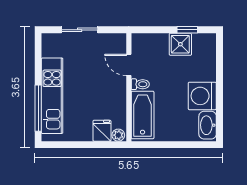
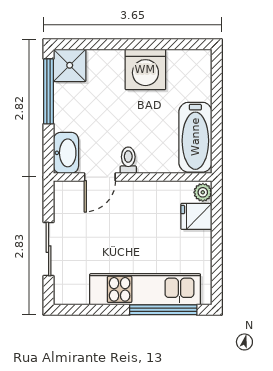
window: (187, 30) -> (49, 91), width x2.17
shower: (180, 44) -> (70, 65), moved
bathtub: (143, 115) -> (195, 137), moved, turned -90
washbasin: (208, 125) -> (66, 153), moved, turned -90

